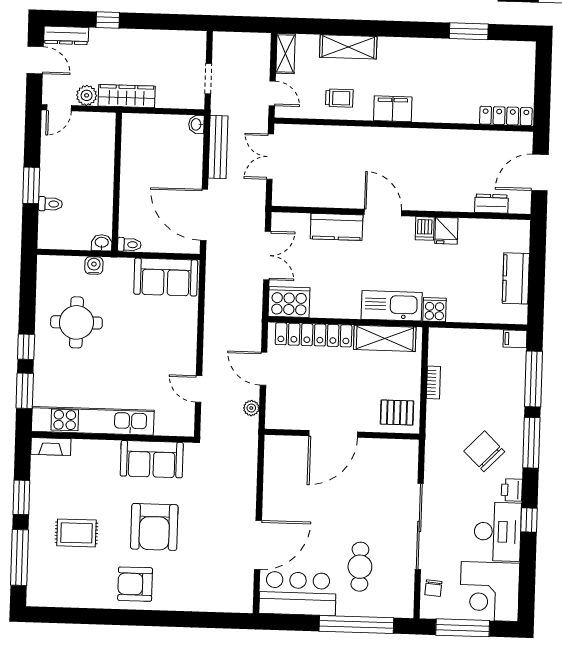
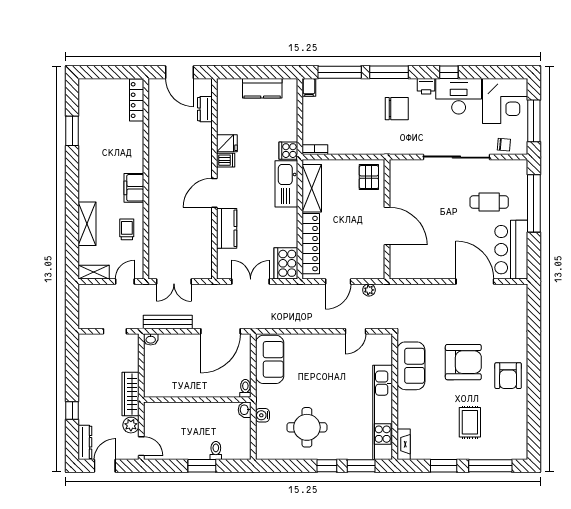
bookcase: (433, 382) -> (315, 150), moved
chair: (484, 451) -> (397, 109), turned -134

